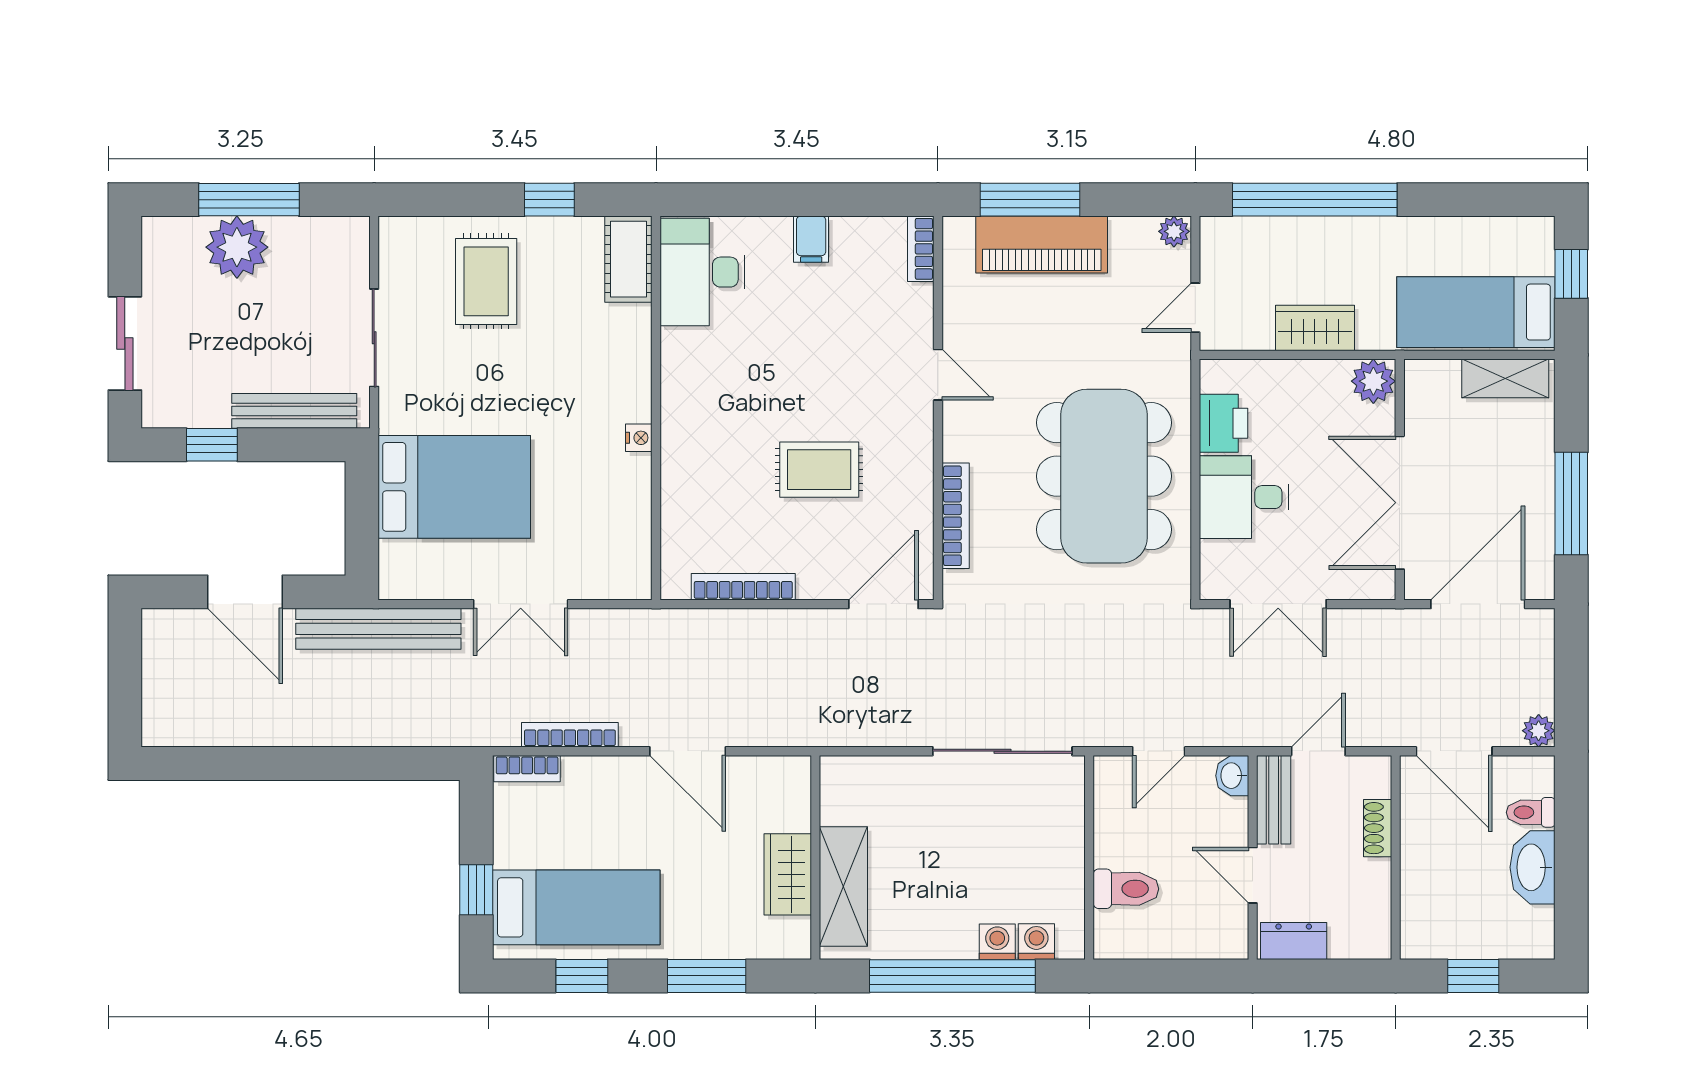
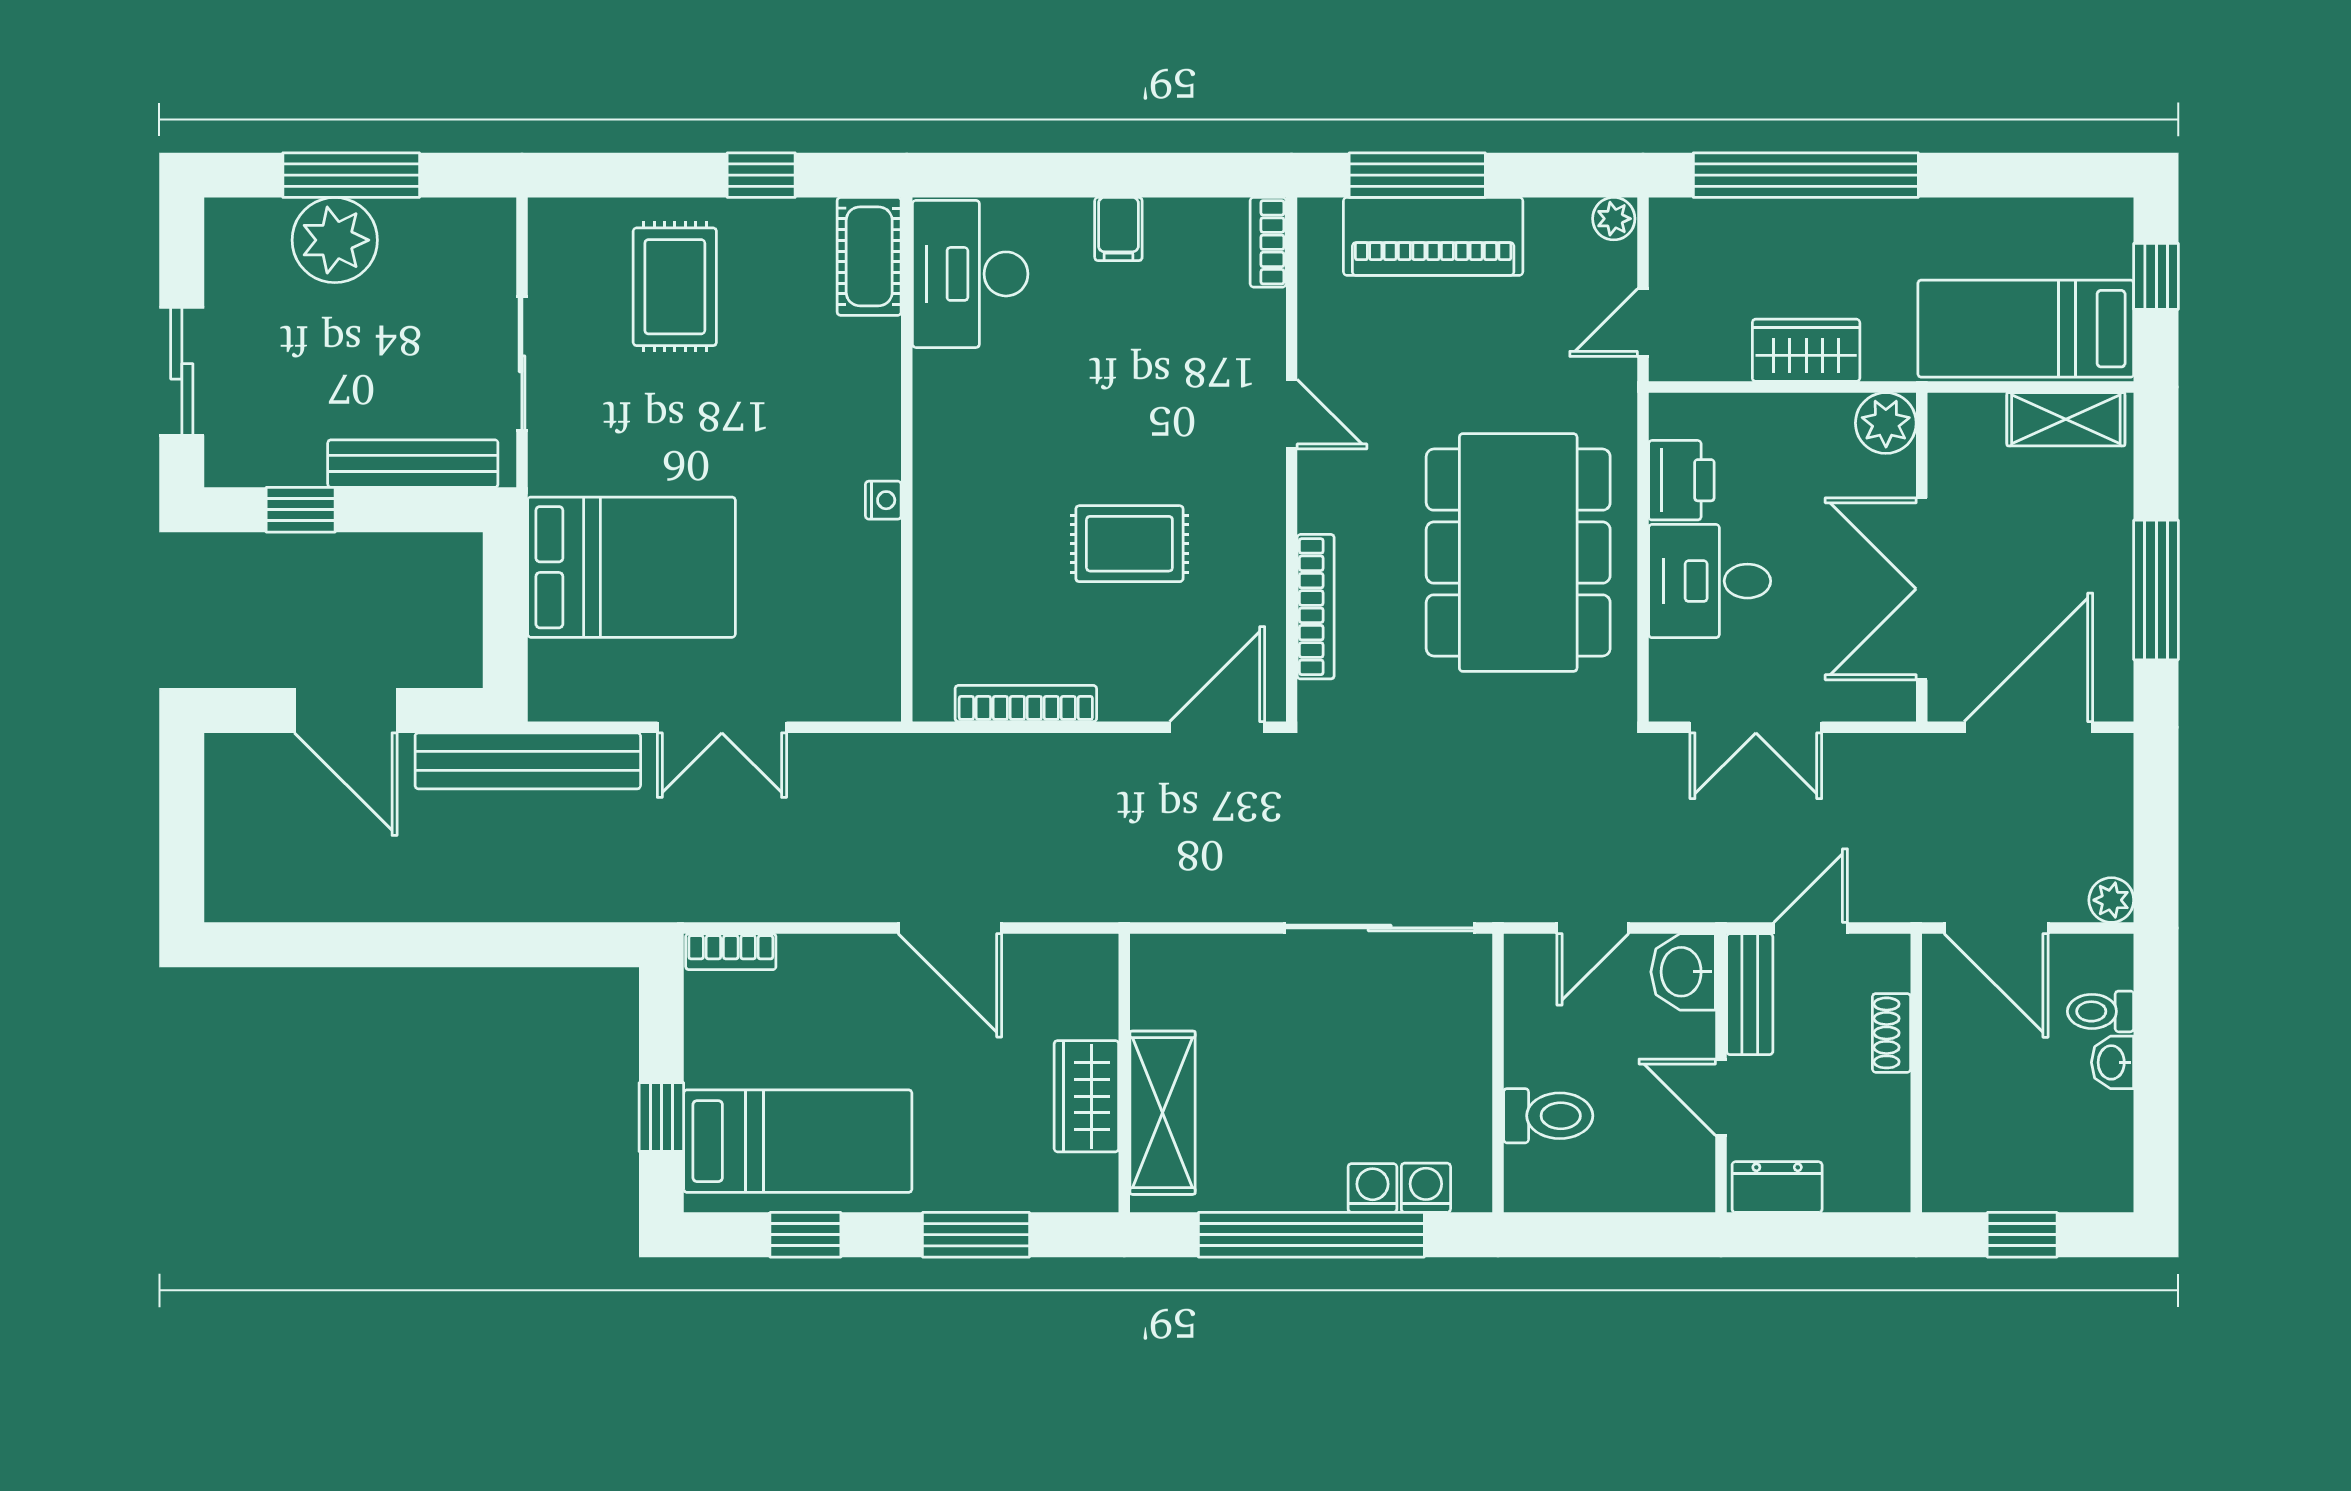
bookcase: (570, 735) -> (789, 906), removed
washbasin: (1232, 776) -> (1683, 972), width x1.38, depth x1.45
washbasin: (1532, 867) -> (2113, 1062), width x0.52, depth x0.69

